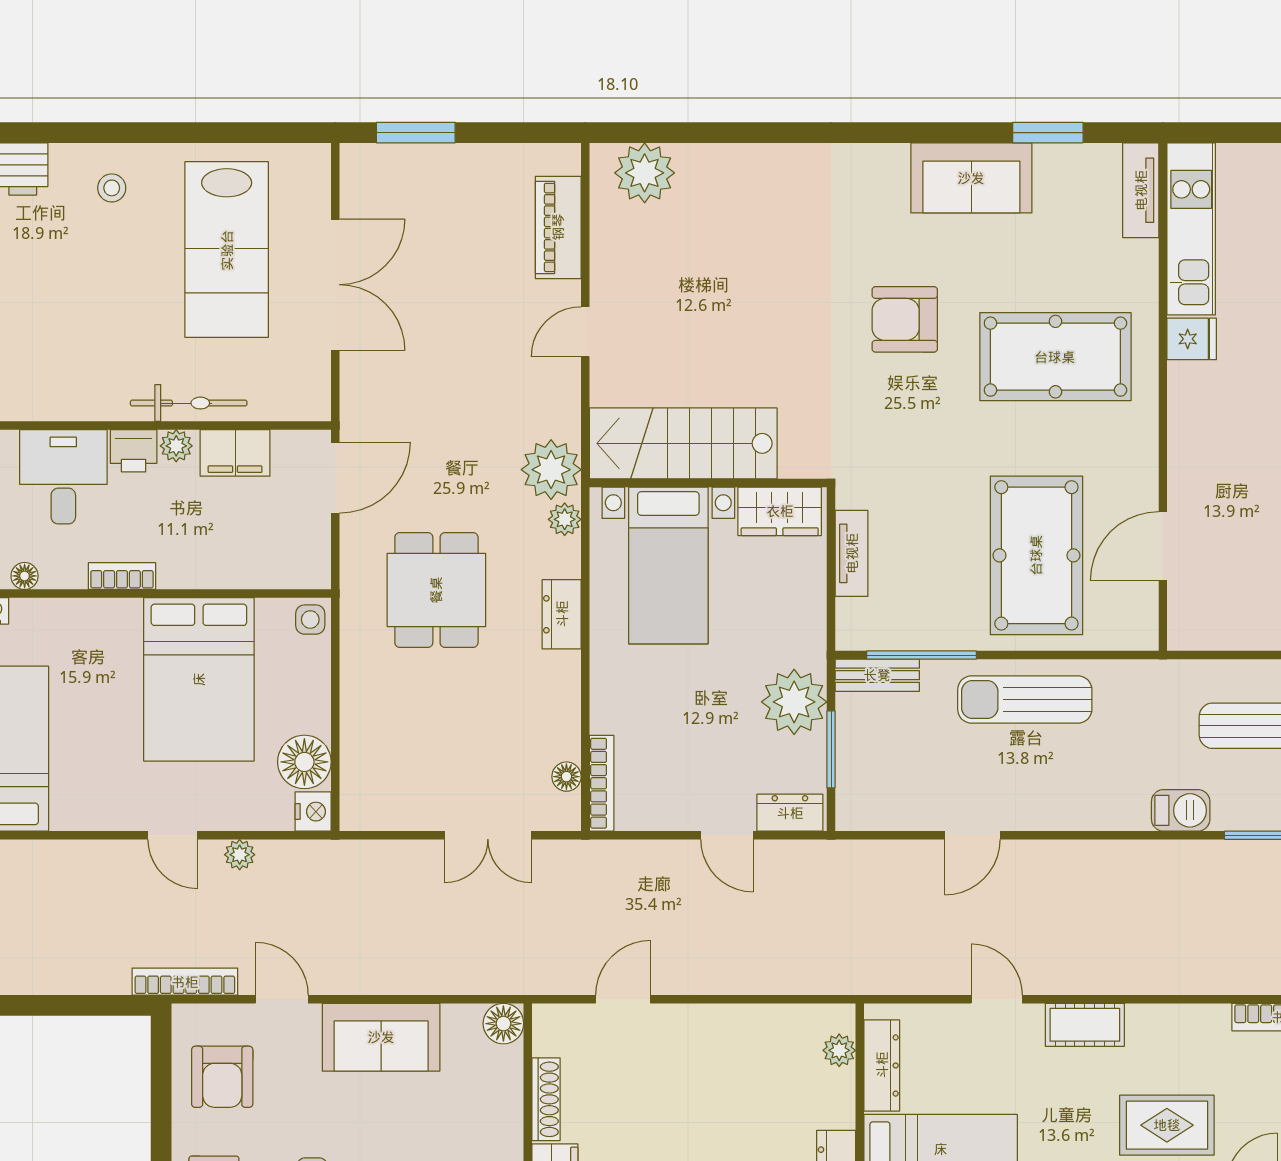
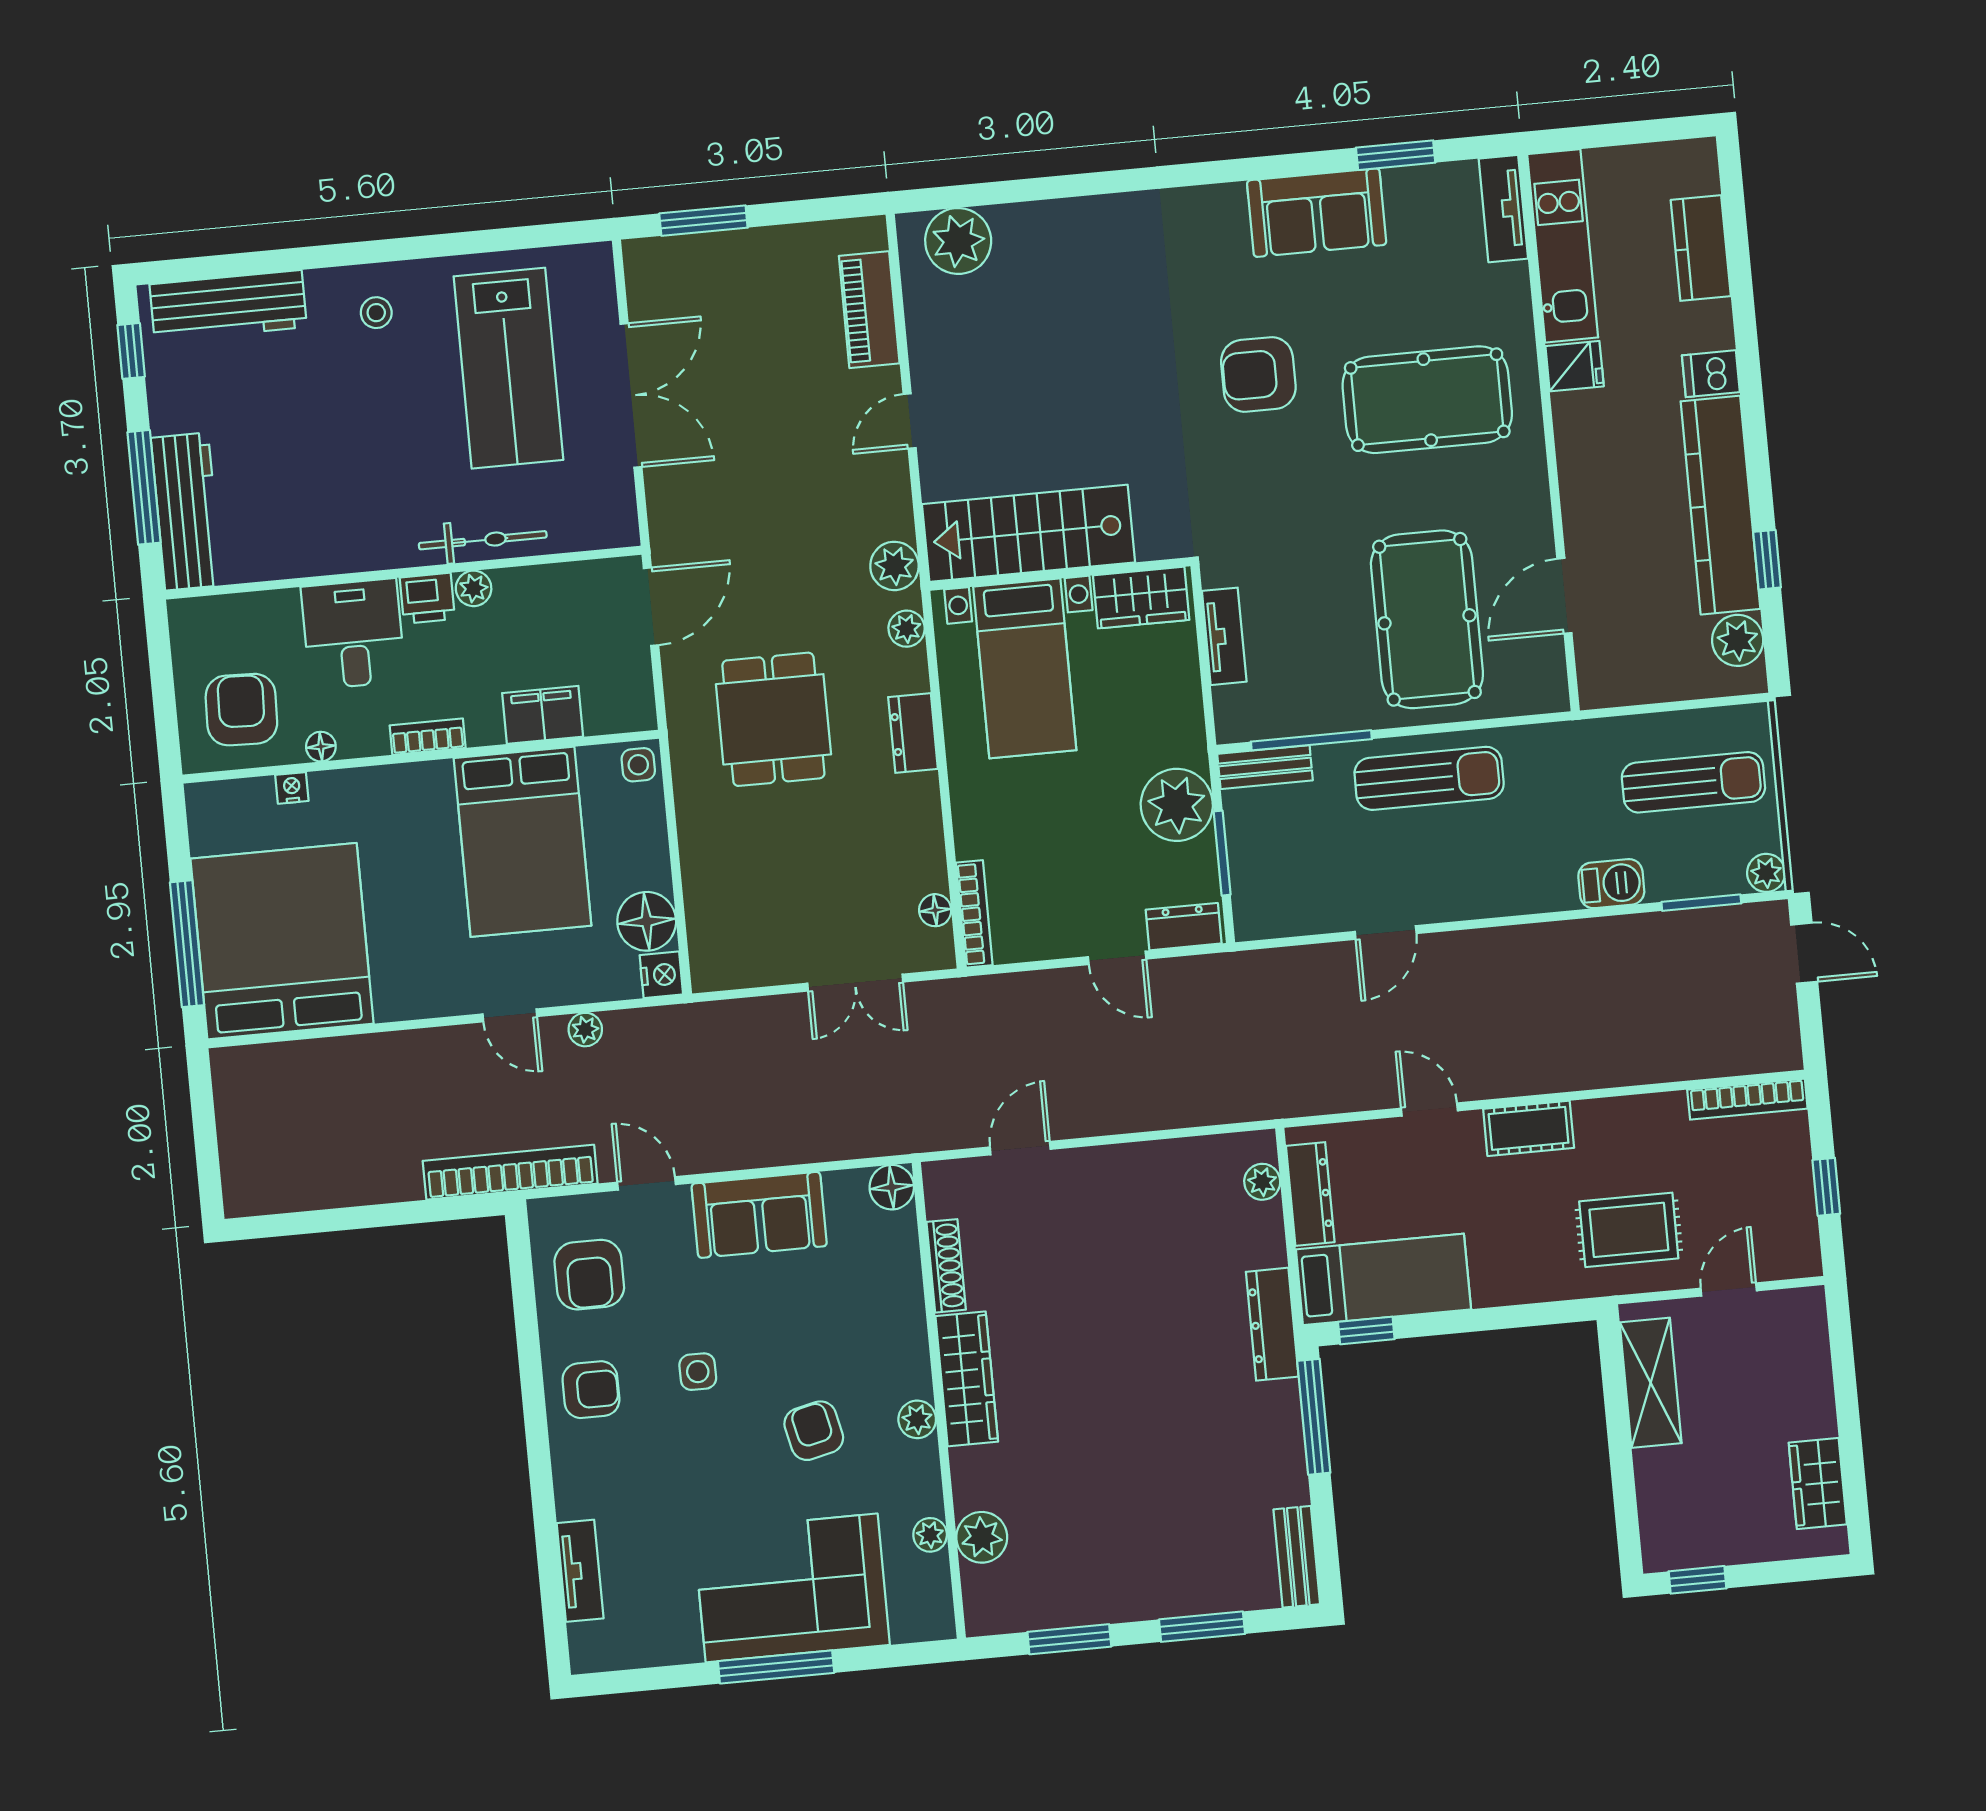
filing cabinet: (235, 453) -> (543, 715), moved, turned 180
plant: (551, 470) -> (894, 566), width x0.73, depth x0.73
sun lounger: (1025, 699) -> (1429, 778), turned 180
bookcase: (185, 982) -> (510, 1172), width x1.48, depth x1.31

